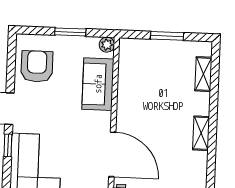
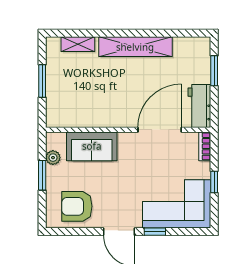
plant: (107, 45) -> (53, 158), moved
shelving: (201, 133) -> (135, 47), width x2.20, depth x1.33

